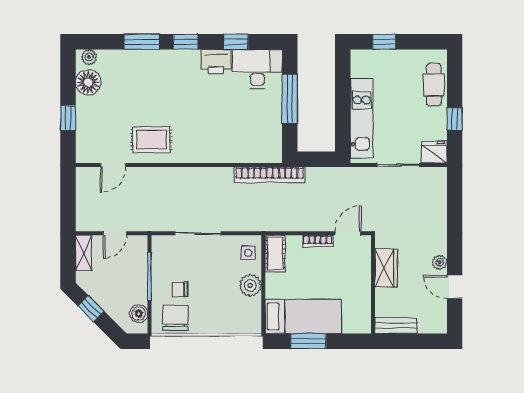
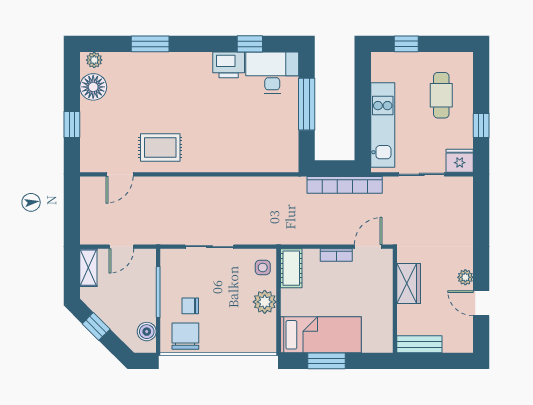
window: (185, 42) -> (196, 44), removed
cafe table: (434, 85) -> (441, 95), moved
bookcase: (270, 175) -> (345, 185), moved

